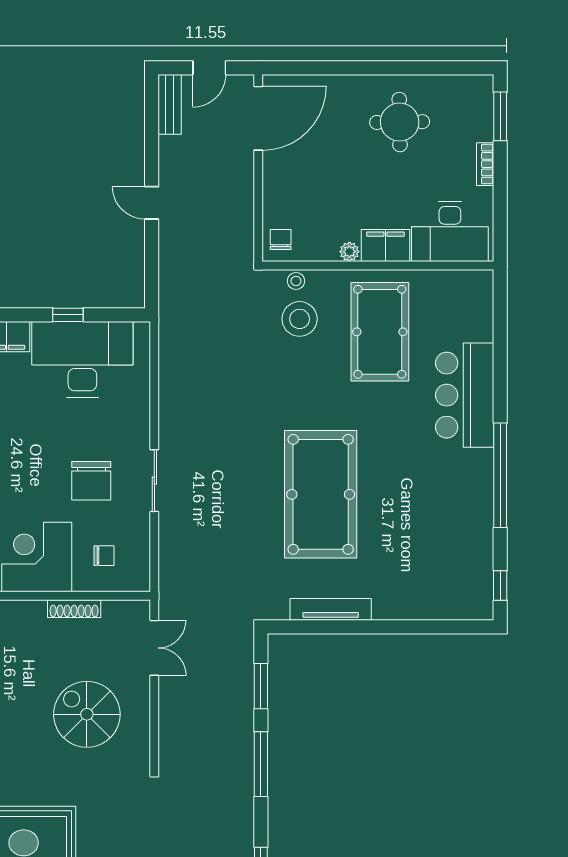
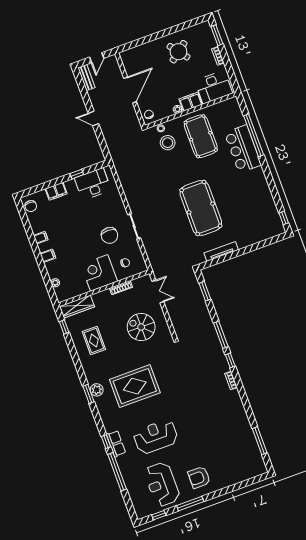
door: (258, 118) -> (130, 90), moved
round table: (400, 122) -> (179, 52), turned -37
desk: (82, 359) -> (93, 184), width x0.73, depth x0.77
window: (500, 475) -> (254, 135), moved
window: (261, 764) -> (221, 335), moved

